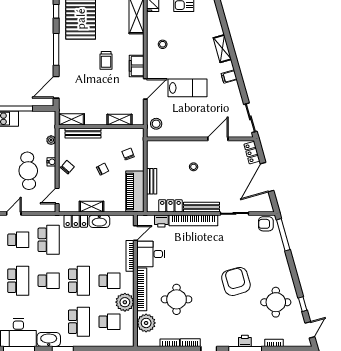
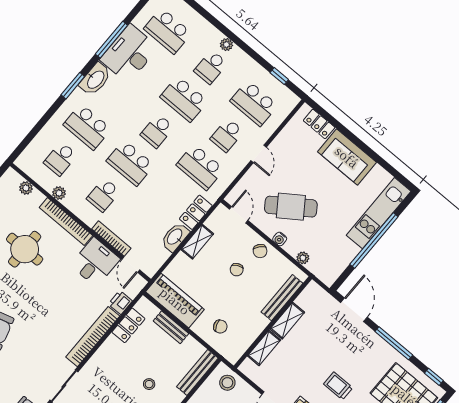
shelving: (71, 119) -> (287, 321), moved
chair: (103, 169) -> (237, 270), moved
cafe table: (28, 171) -> (291, 207), turned -31
bench: (202, 207) -> (197, 372), moved
plant: (125, 302) -> (59, 193), width x0.53, depth x0.53
plant: (146, 323) -> (26, 188), width x0.53, depth x0.53

